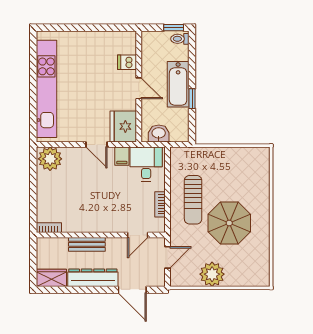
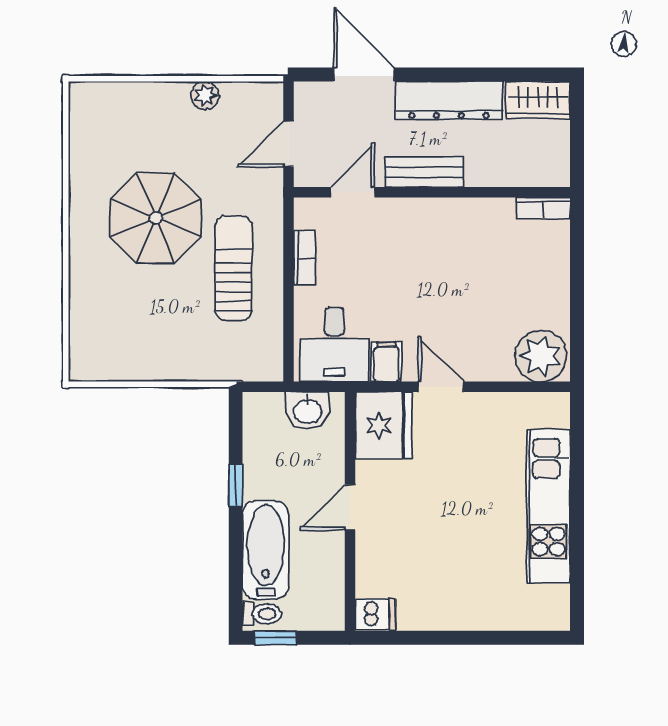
dishwasher: (127, 62) -> (375, 614), moved
bathtub: (178, 84) -> (266, 550), moved
door: (139, 88) -> (350, 507), hinge flipped
kitchen unit: (46, 89) -> (549, 506), width x0.73
bench: (87, 244) -> (424, 172), moved
plant: (212, 274) -> (205, 95), width x0.53, depth x0.53

